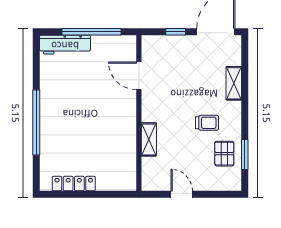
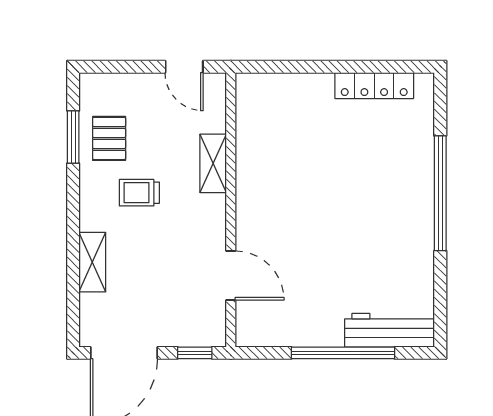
door: (139, 76) -> (231, 276), moved
wall: (139, 113) -> (231, 210), moved
shelving: (149, 139) -> (213, 163), moved

